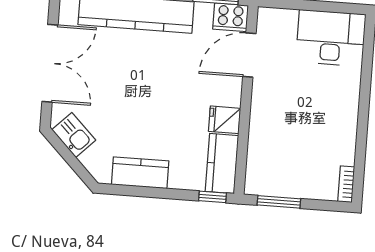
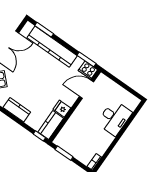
desk: (331, 38) -> (114, 118), moved, turned 90

